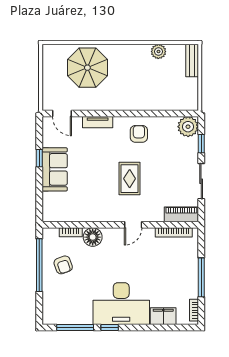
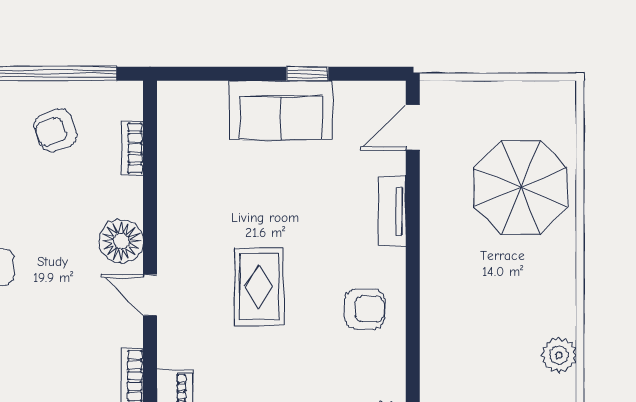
rug: (130, 179) -> (259, 287), turned 90
floor lamp: (93, 237) -> (121, 241), moved

